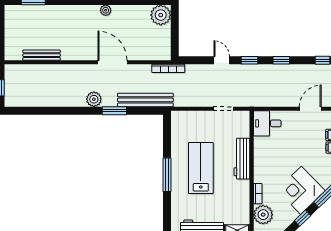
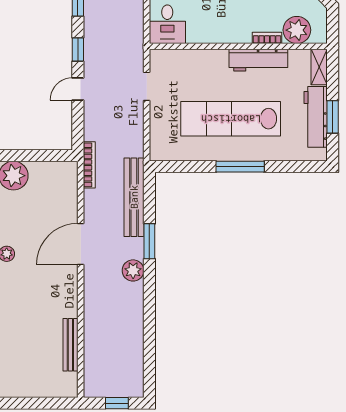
workbench: (242, 159) -> (258, 60), moved
lab bench: (201, 168) -> (231, 119), width x1.36

